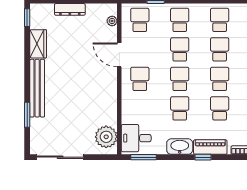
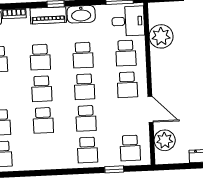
school desk: (220, 20) -> (126, 53), moved
plant: (112, 21) -> (165, 140), width x1.88, depth x1.88
plant: (106, 137) -> (161, 36), moved

